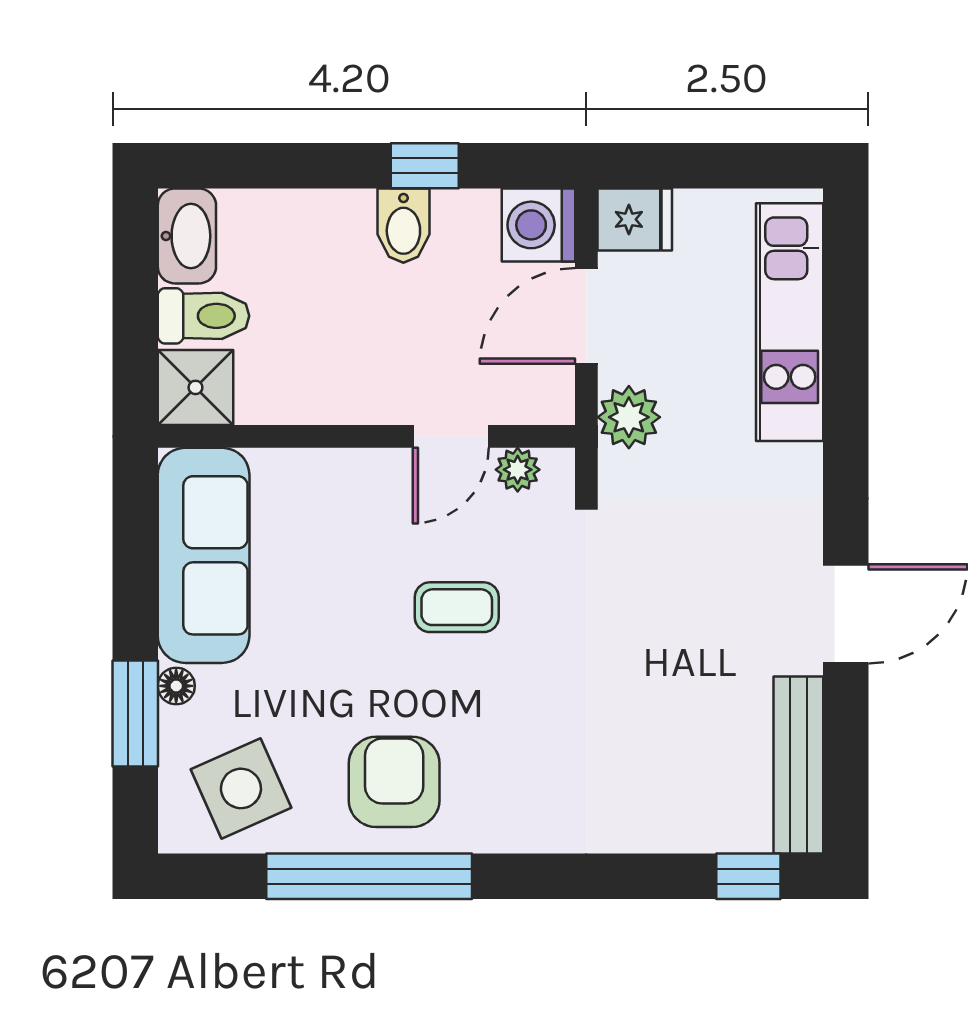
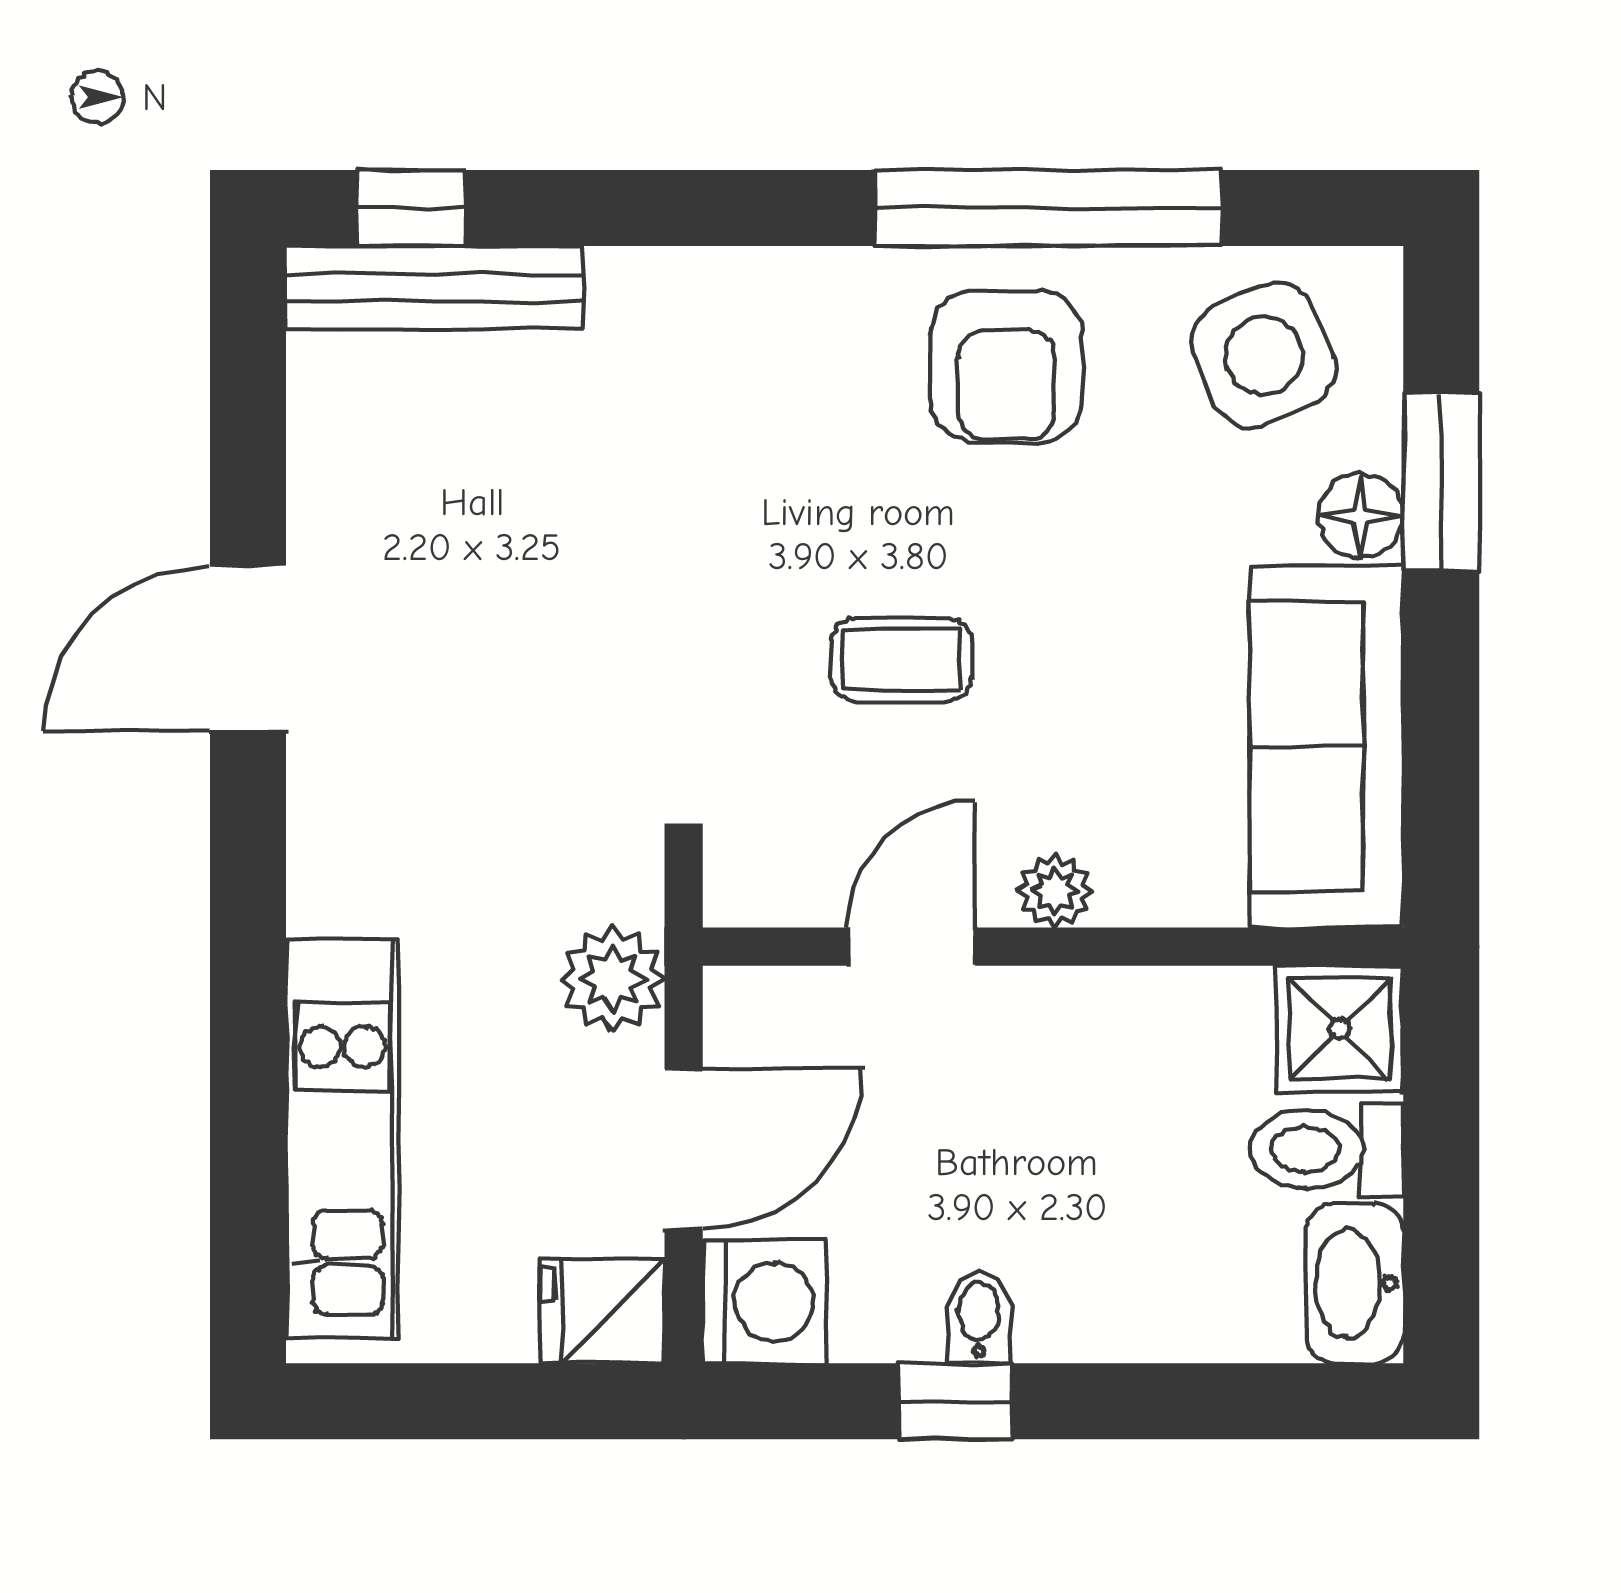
bidet: (403, 226) -> (979, 1317), width x0.72, depth x0.74
plant: (518, 470) -> (1055, 891), moved
floor lamp: (176, 686) -> (1361, 516), width x1.37, depth x1.37
bench: (798, 765) -> (435, 288), moved, turned 90

